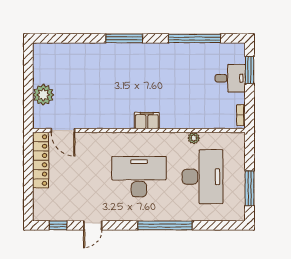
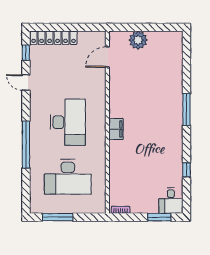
window: (194, 38) -> (186, 170), width x0.32
desk: (230, 78) -> (171, 201), moved
plant: (194, 138) -> (101, 169), removed
locker: (41, 160) -> (54, 38), moved

